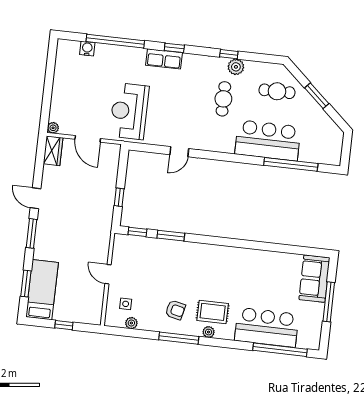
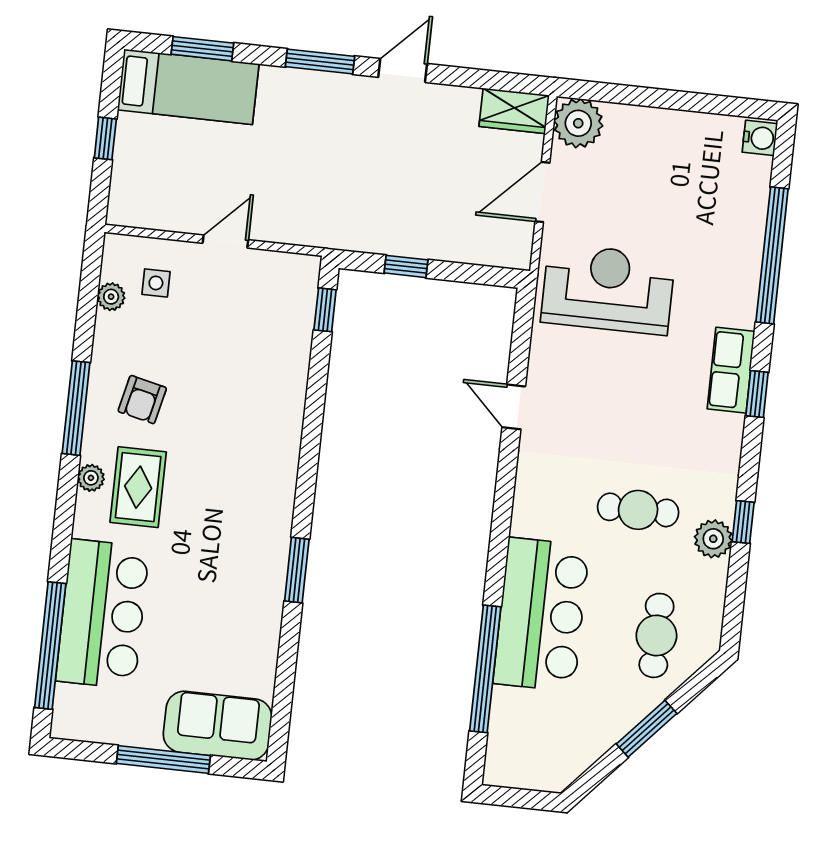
water cooler: (87, 49) -> (760, 138), moved
plant: (53, 128) -> (578, 123), width x1.87, depth x1.87
window: (171, 236) -> (297, 570), moved

